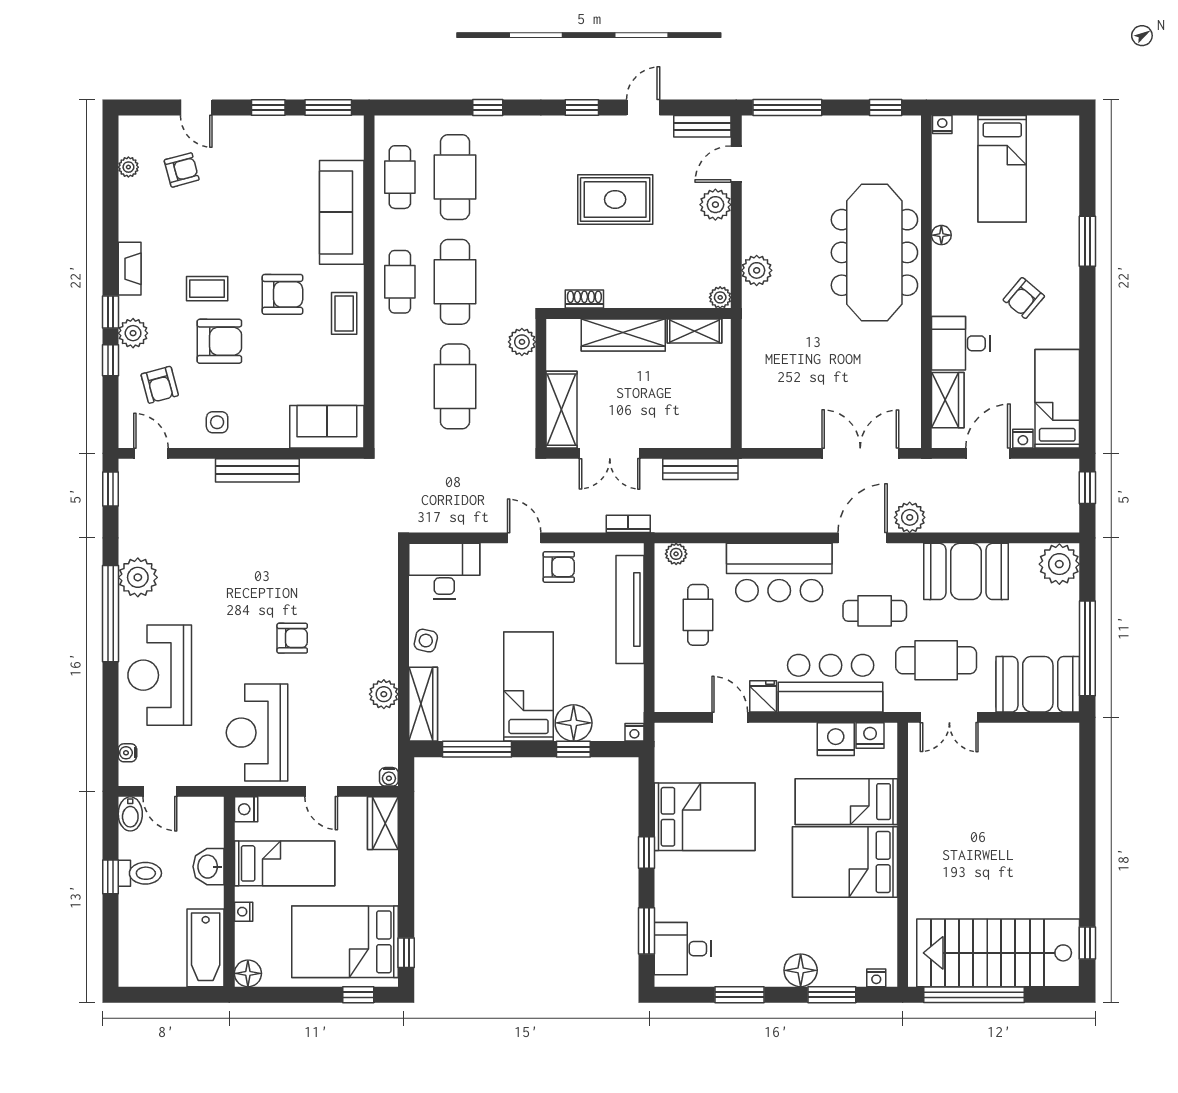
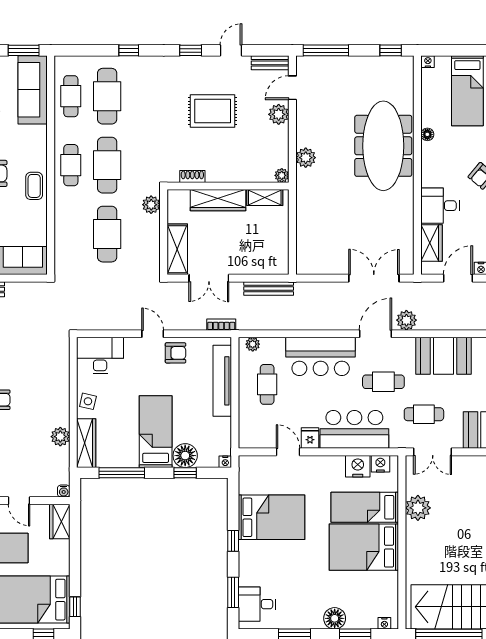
sofa: (342, 212) -> (33, 90), moved
cafe table: (936, 660) -> (424, 414), width x0.73, depth x0.74
plant: (927, 802) -> (418, 508), added

